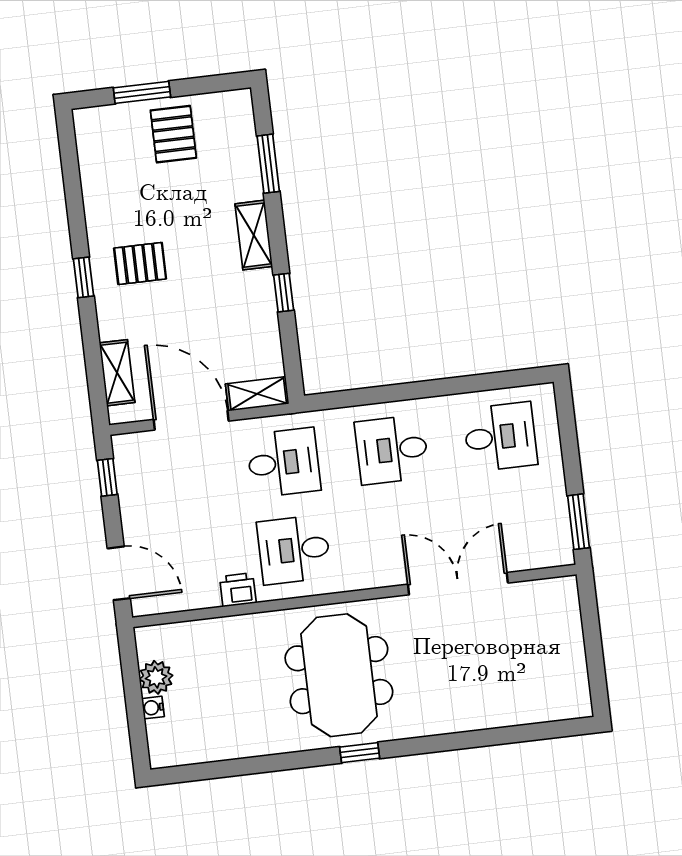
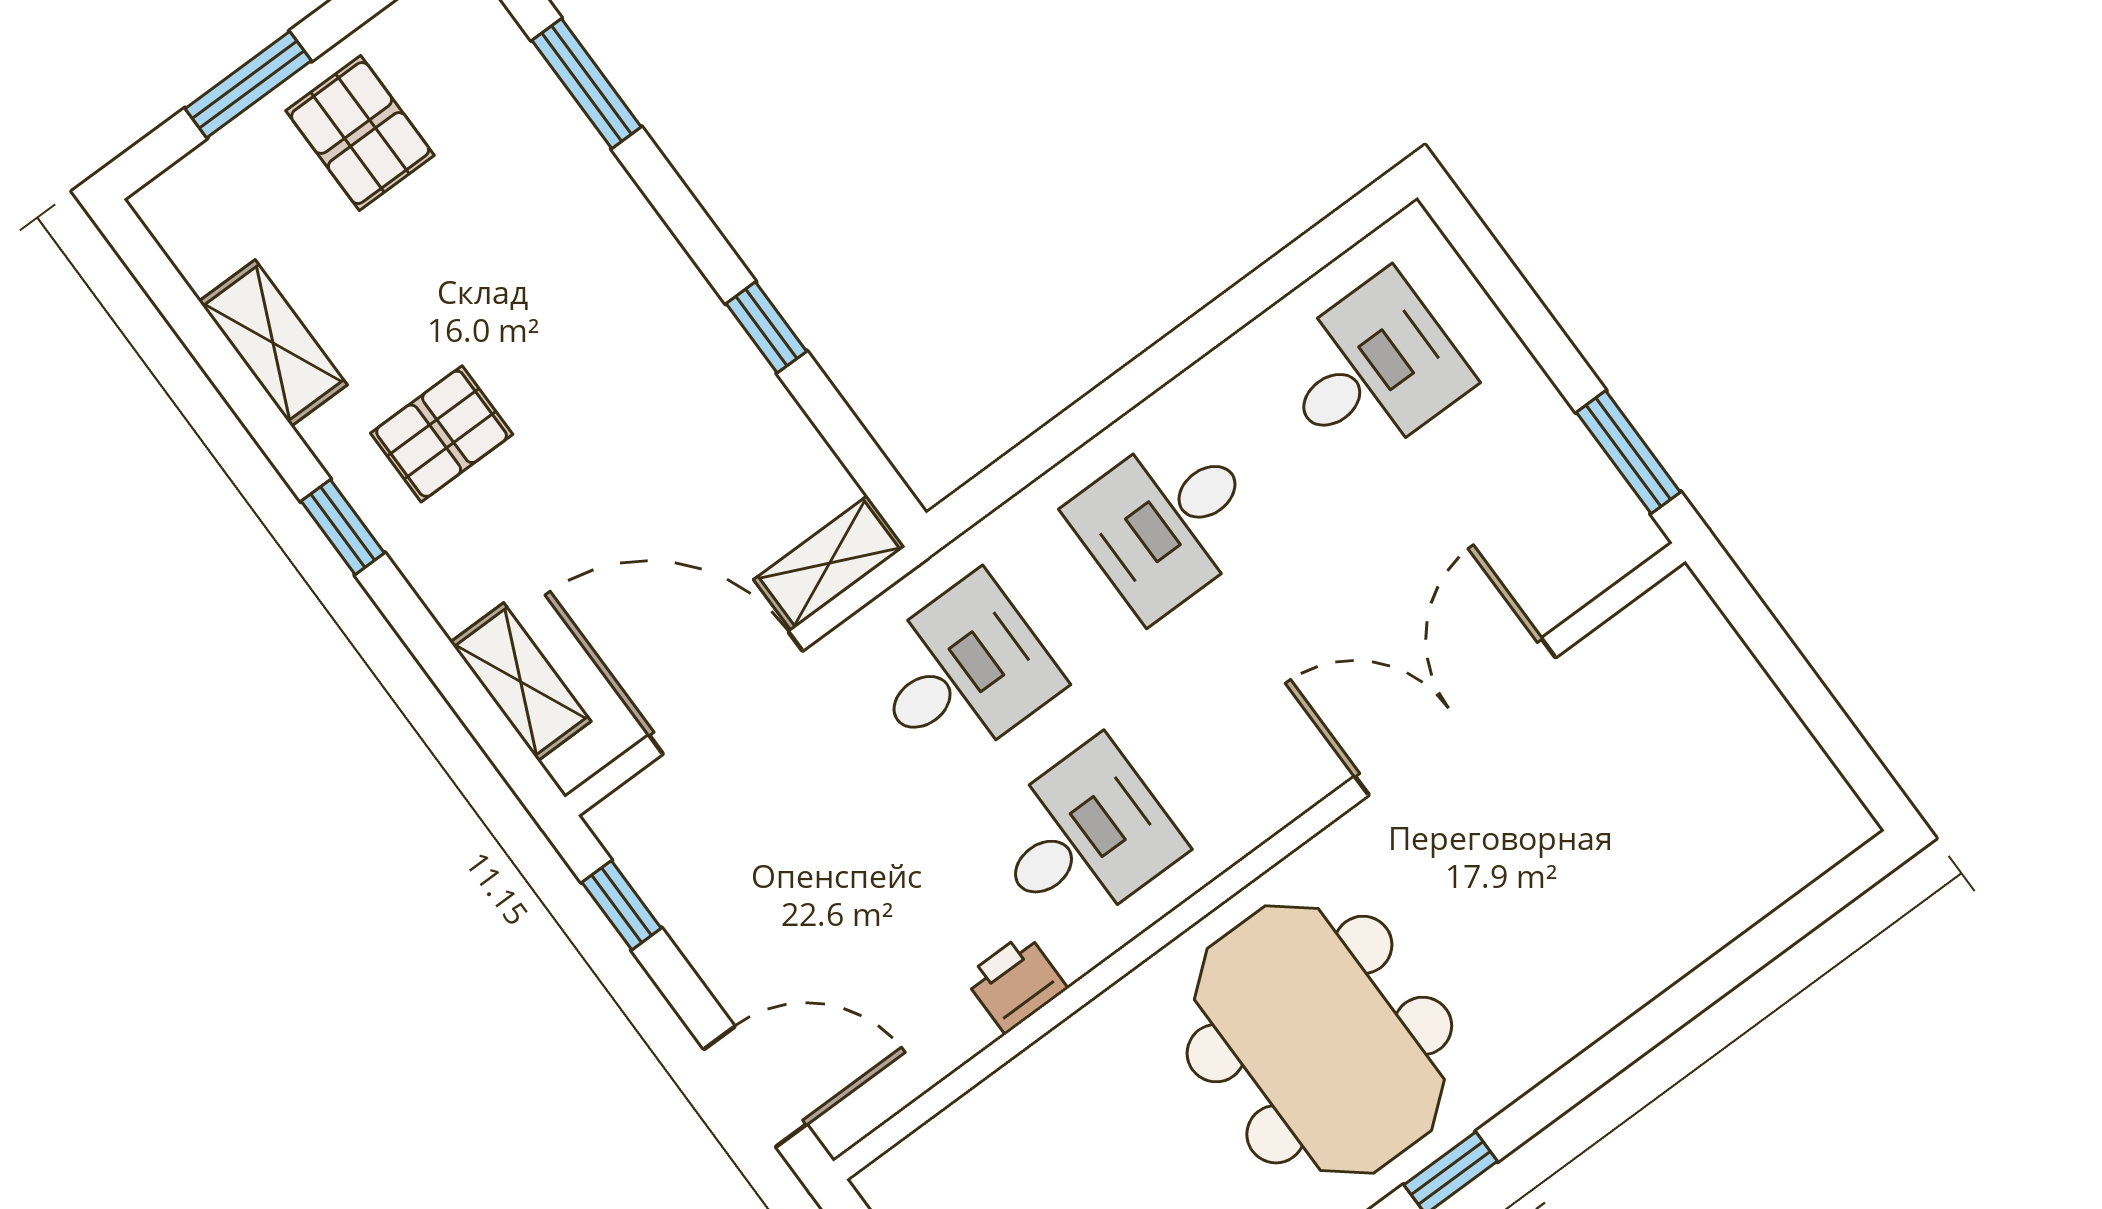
shelving: (254, 235) -> (273, 343), moved
desk: (294, 550) -> (1084, 837), turned 180

